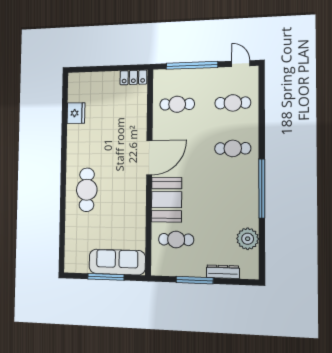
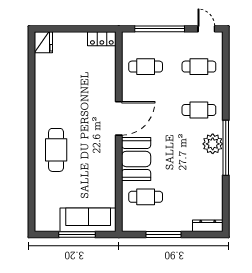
fridge: (76, 113) -> (43, 42), moved
plant: (248, 239) -> (213, 144), moved
dresser: (223, 272) -> (208, 226), moved

